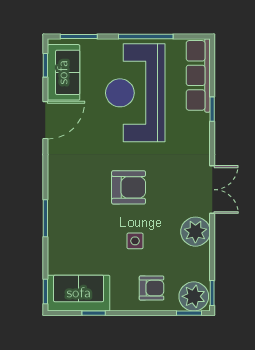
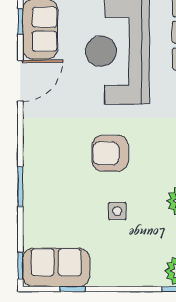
armchair: (129, 187) -> (110, 153), turned 180
armchair: (151, 288) -> (135, 262), removed

